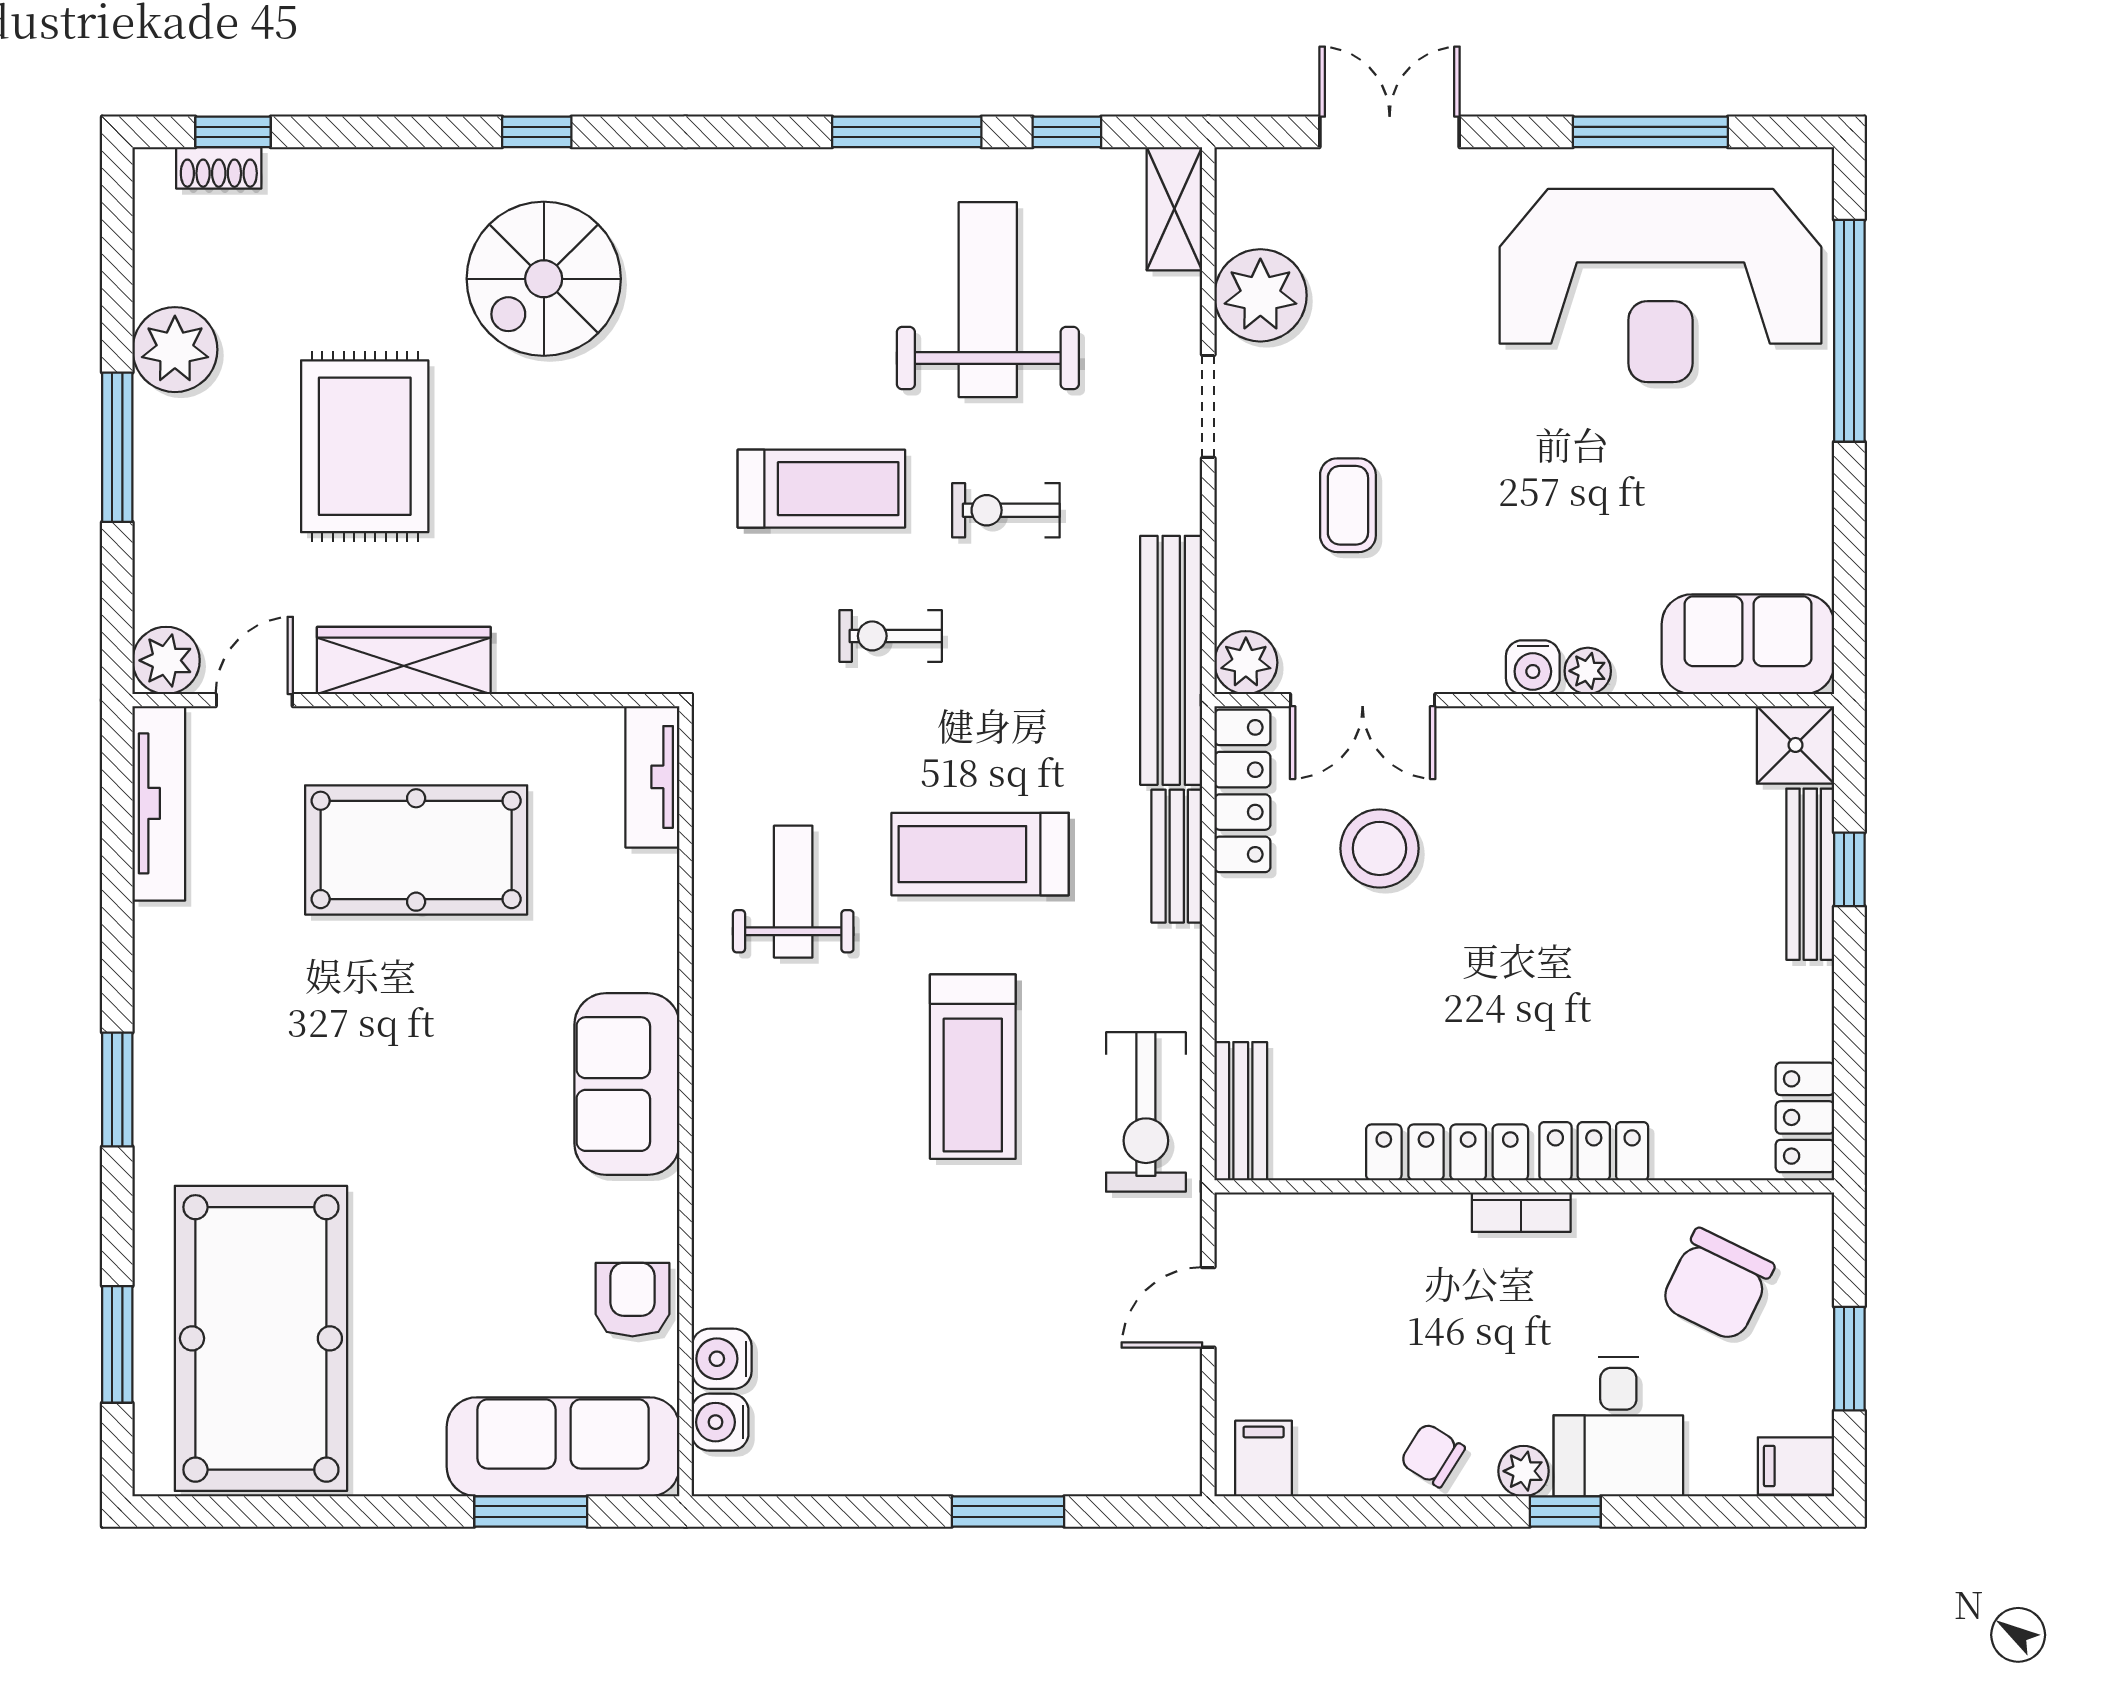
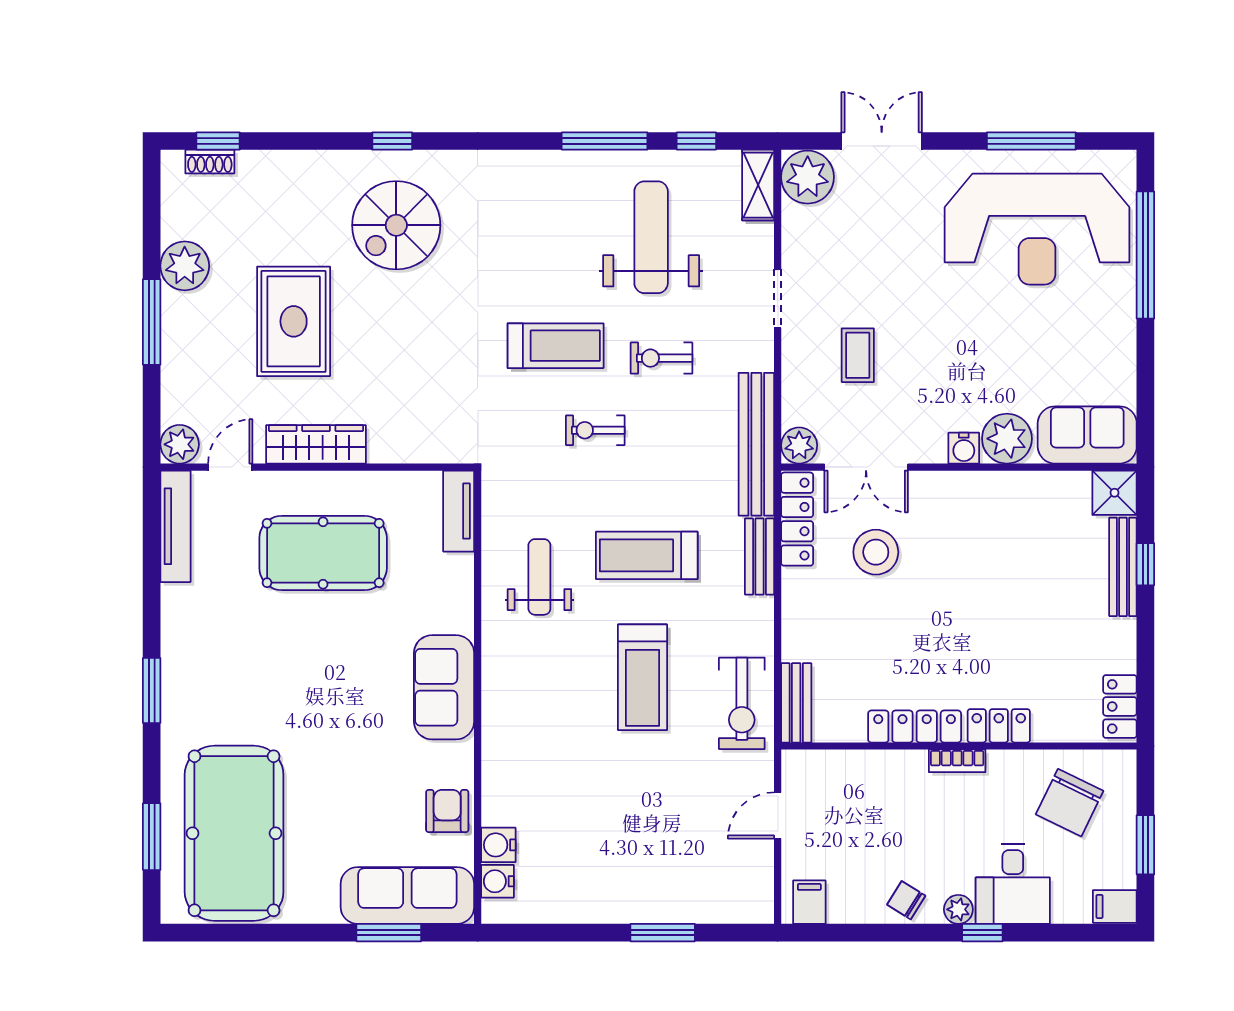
plant: (1260, 295) -> (808, 177), moved
plant: (1588, 671) -> (1007, 439), width x1.88, depth x1.88

